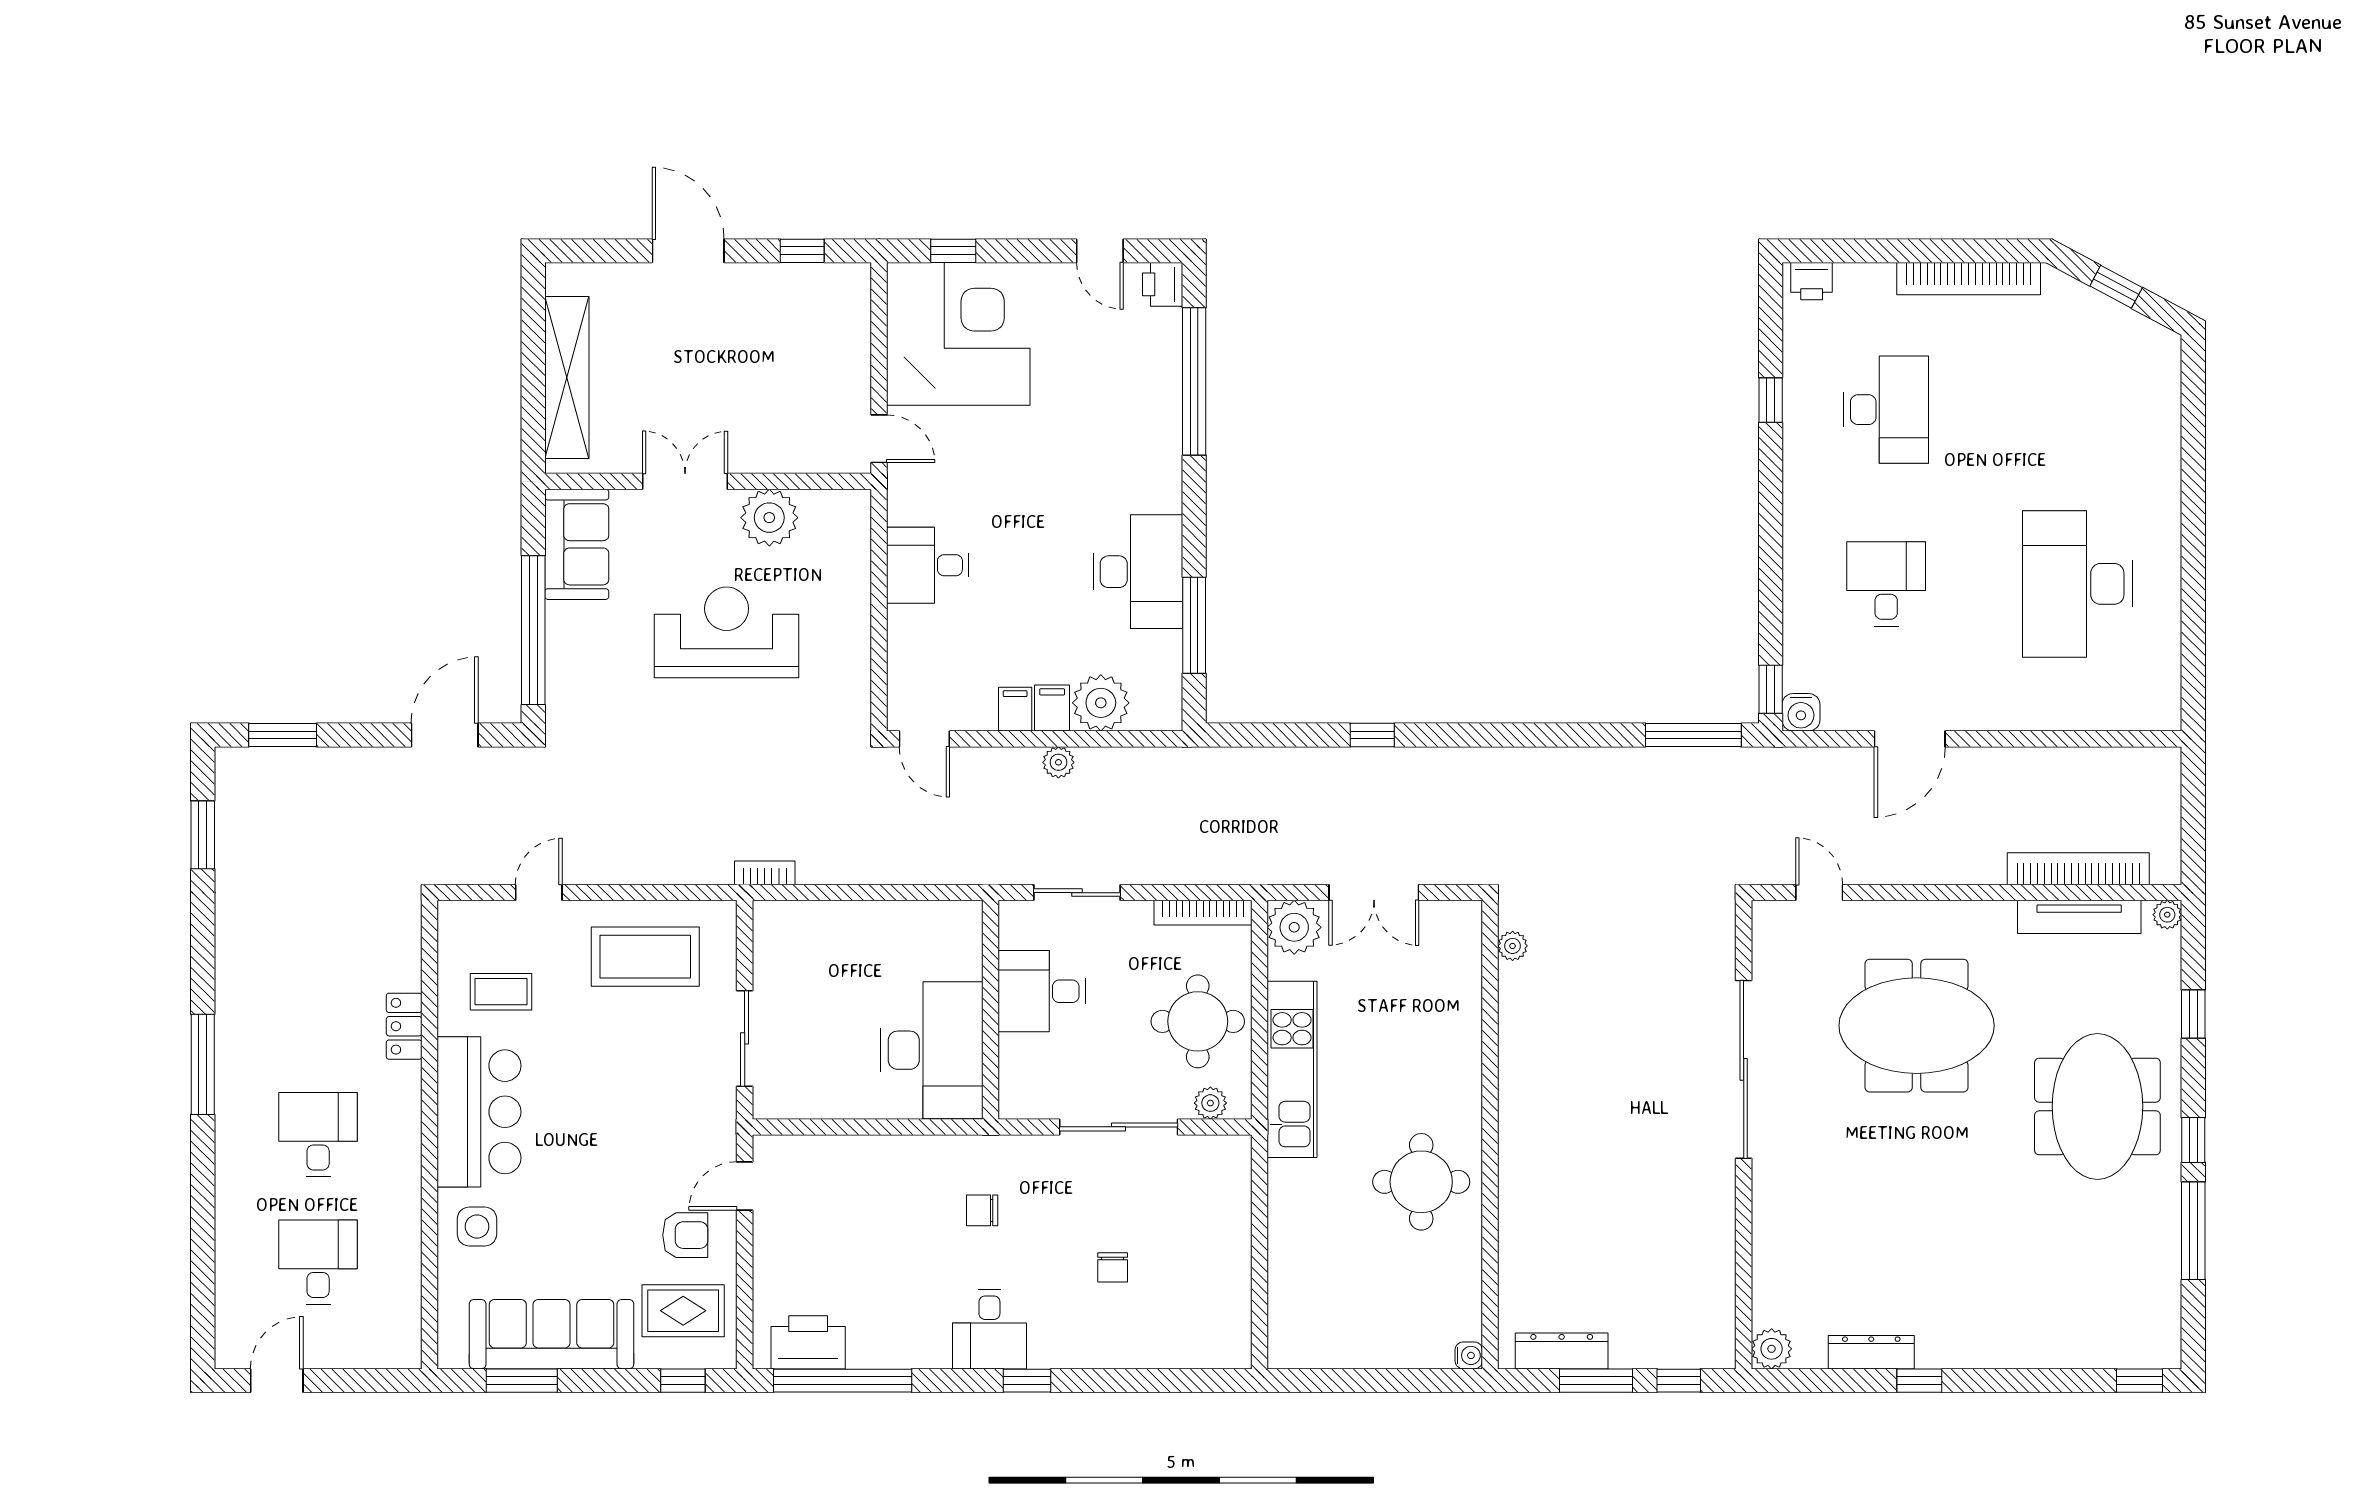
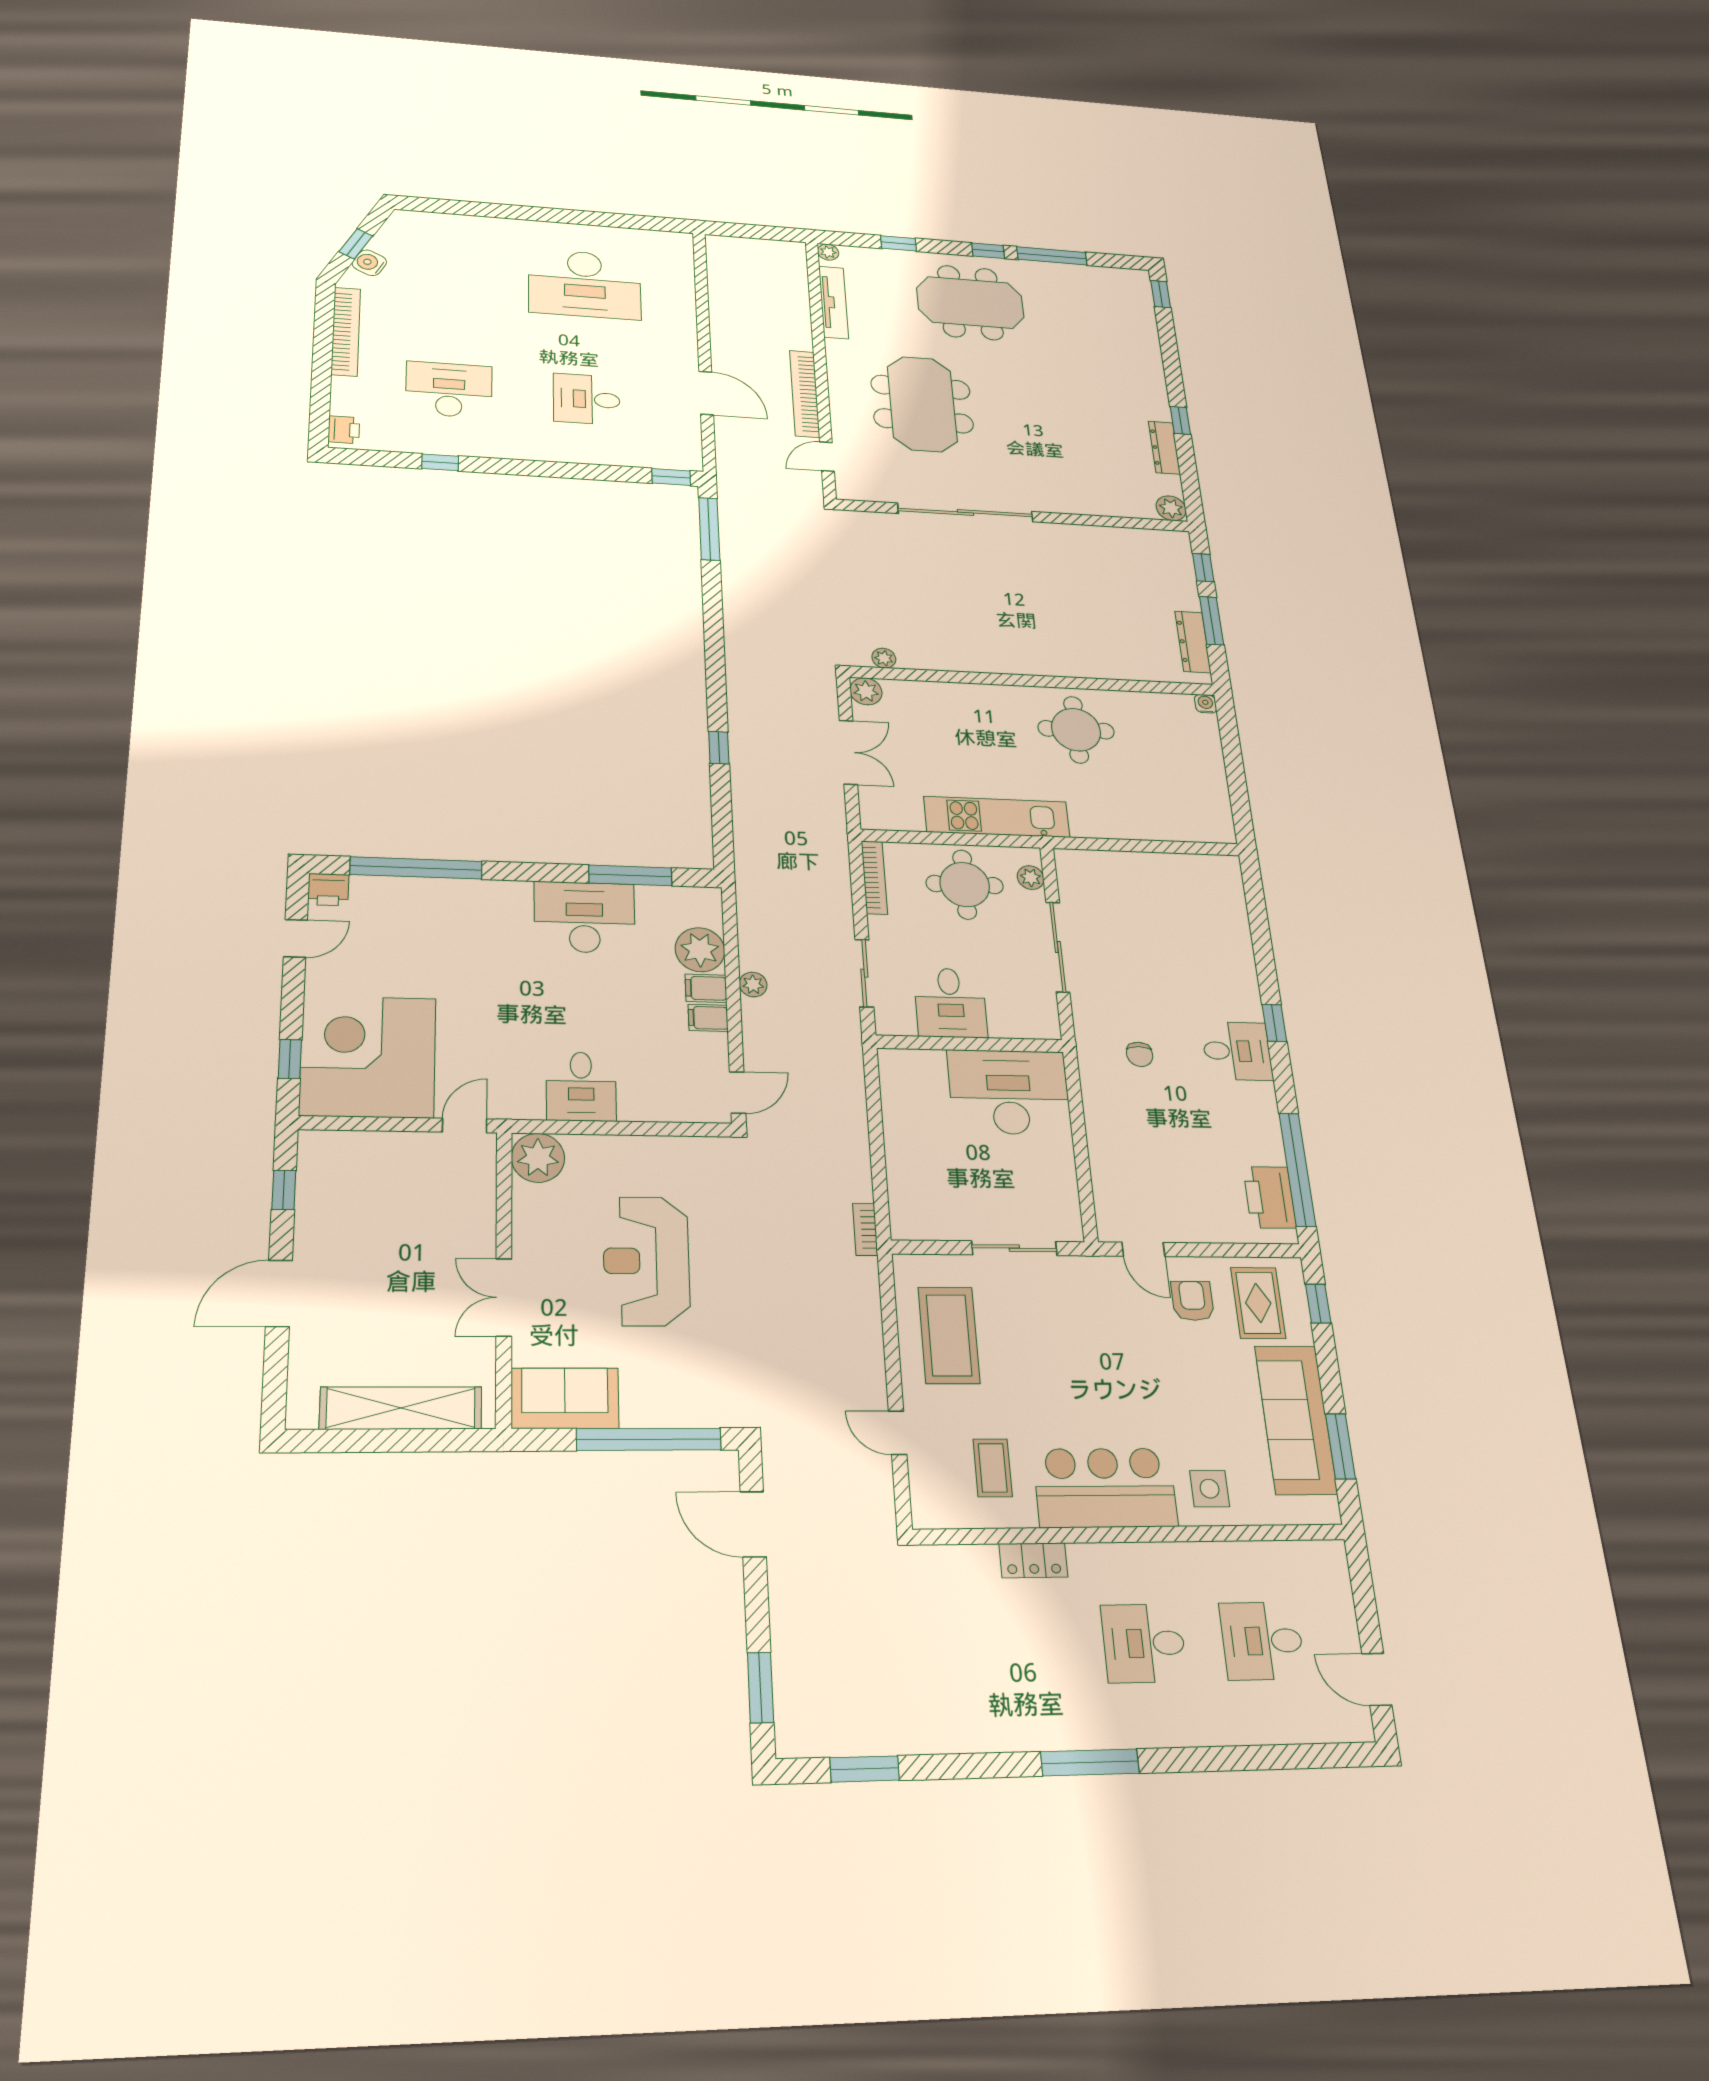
plant: (769, 518) -> (538, 1158), moved
water cooler: (1801, 712) -> (369, 263), moved, turned -152
bookcase: (2078, 869) -> (805, 394), moved
plant: (1294, 927) -> (866, 691), moved, width x0.73, depth x0.73
chair: (1113, 1267) -> (1173, 955), removed

